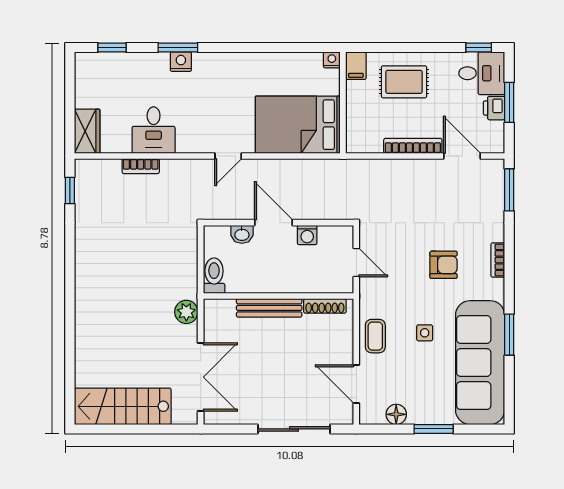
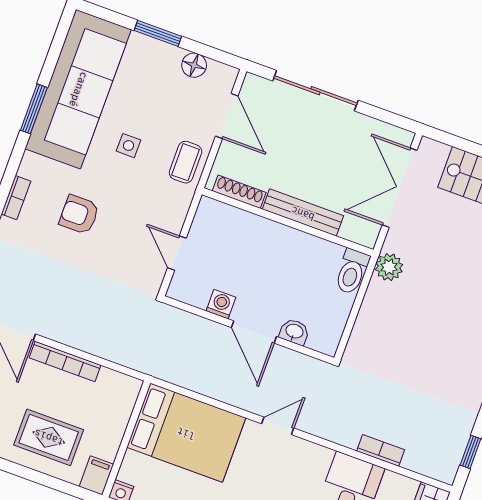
toilet: (214, 276) -> (352, 272), moved
wall: (278, 296) -> (288, 222), moved
shoe rack: (325, 306) -> (239, 192), moved
bench: (269, 308) -> (303, 213), moved

